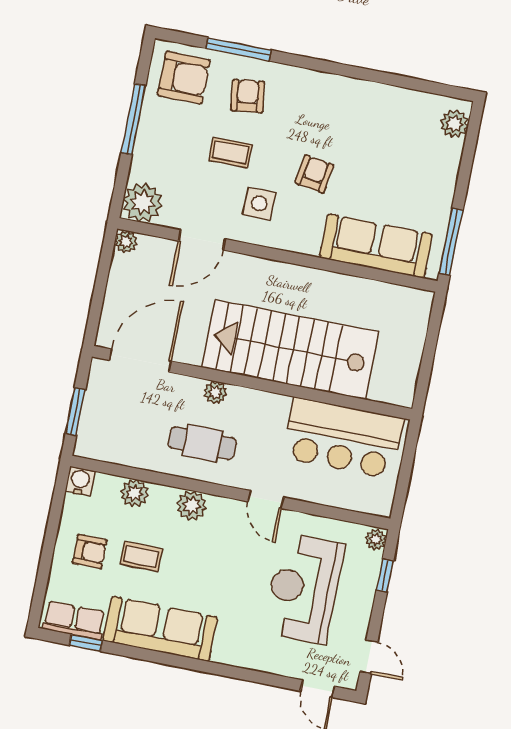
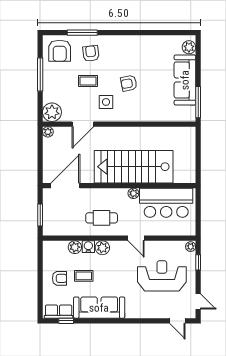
armchair: (184, 78) -> (60, 51), turned 90
armchair: (314, 174) -> (129, 83), turned -110
sofa: (376, 246) -> (185, 80), moved, turned -90
plant: (215, 392) -> (133, 193), moved
water cooler: (80, 481) -> (88, 247), moved
reception desk: (304, 588) -> (162, 276), turned 90

